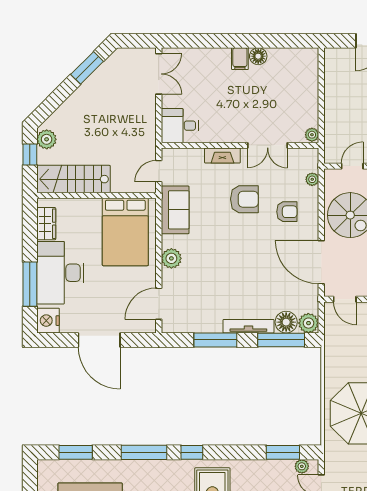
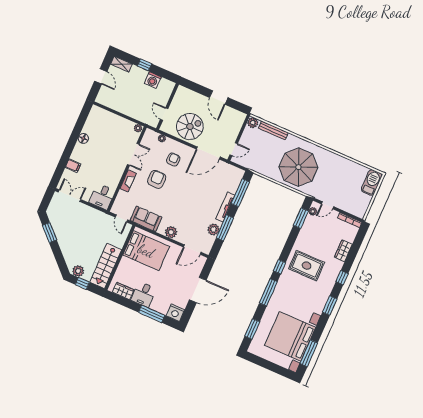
filing cabinet: (240, 59) -> (73, 166), moved
desk: (60, 273) -> (144, 294), width x0.53, depth x0.77
door: (159, 304) -> (192, 250), hinge flipped
floor lamp: (286, 322) -> (232, 186), removed
plant: (308, 323) -> (213, 229), moved

